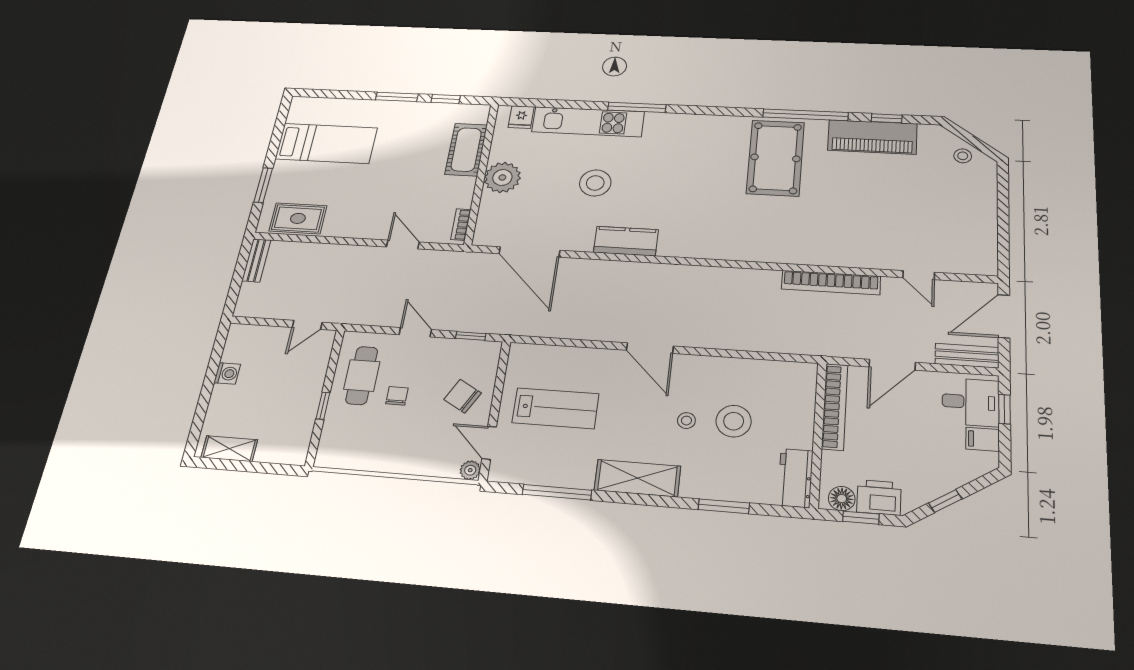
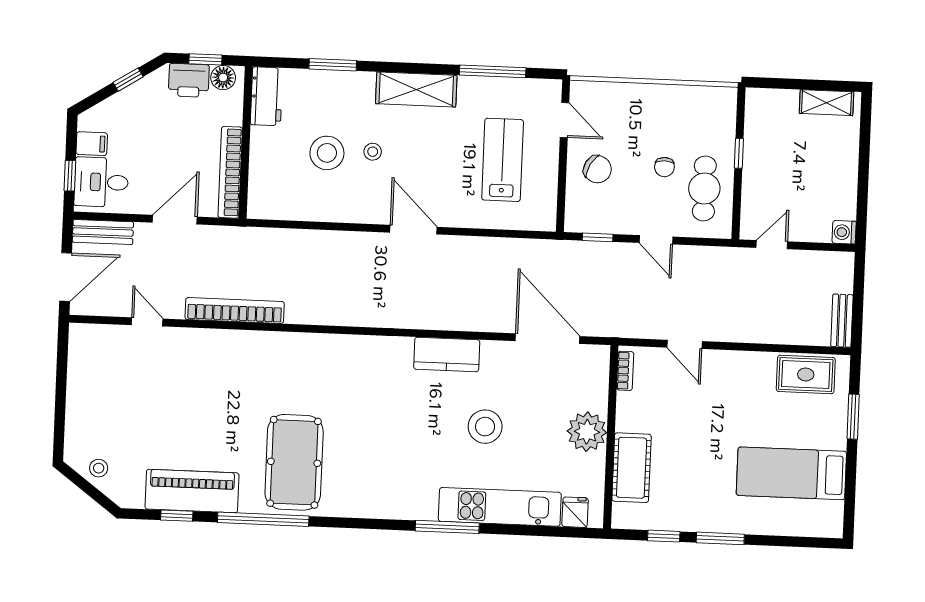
washing machine: (227, 373) -> (844, 232), moved
lab bench: (555, 408) -> (503, 160), turned 90
plant: (470, 470) -> (580, 90), removed

